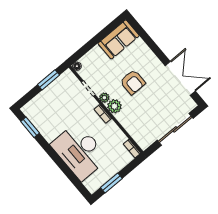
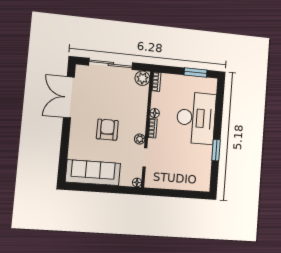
sofa: (119, 39) -> (93, 173), width x1.36
window: (49, 80) -> (168, 193), removed
plant: (114, 106) -> (142, 78), moved
floor lamp: (112, 126) -> (155, 113), added
window: (30, 127) -> (216, 150), moved

